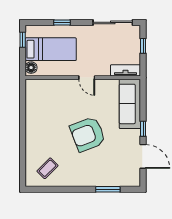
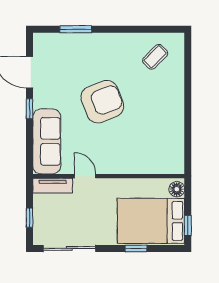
bed: (51, 49) -> (151, 221), width x1.50
door: (87, 78) -> (85, 176), moved

